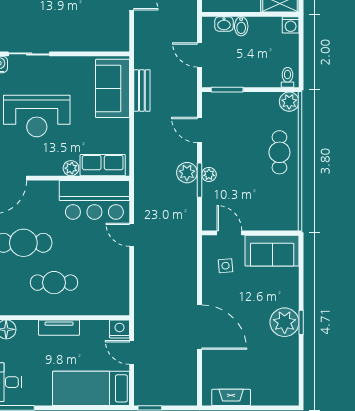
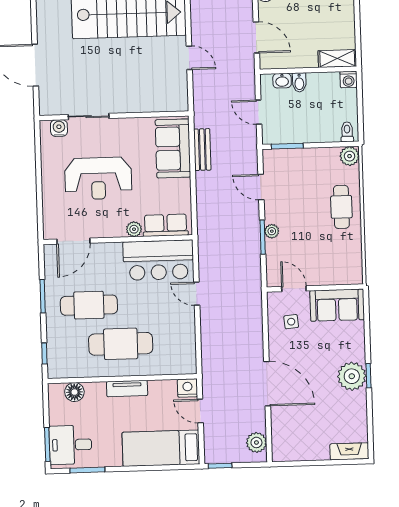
plant: (187, 173) -> (256, 442), moved
cafe table: (54, 283) -> (121, 344), width x1.37, depth x1.35
fireplace: (231, 397) -> (349, 451), moved

